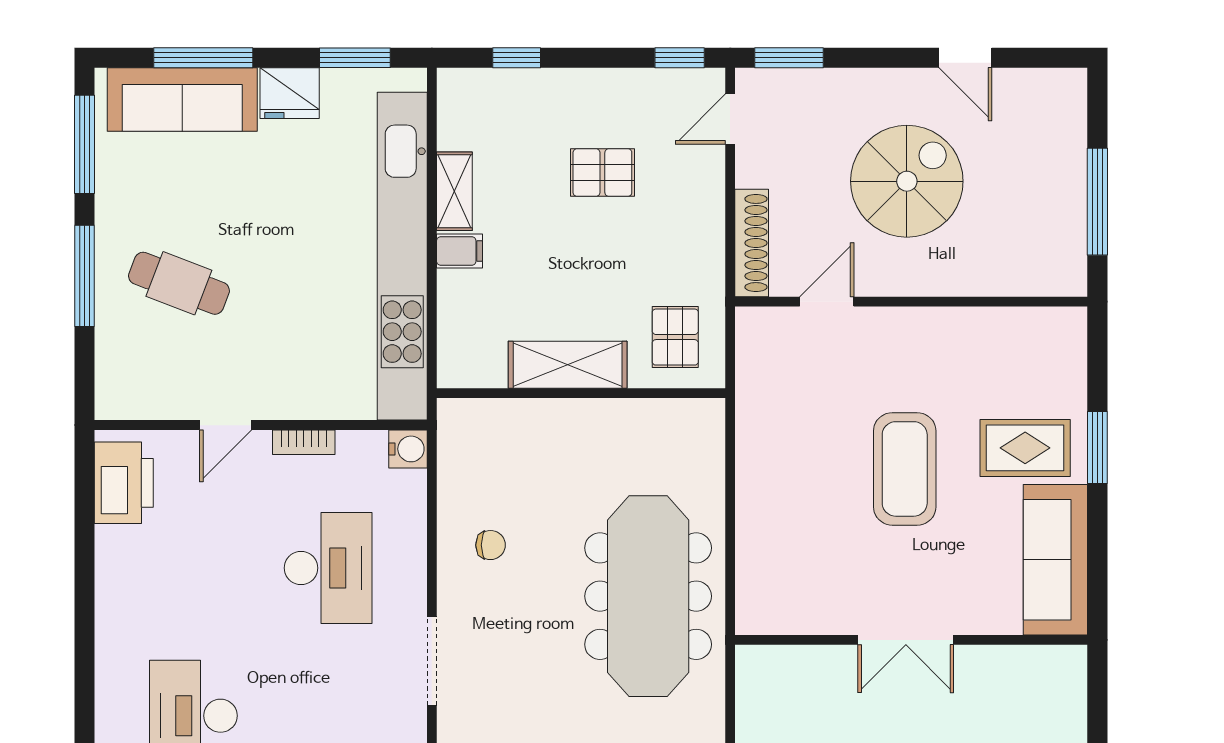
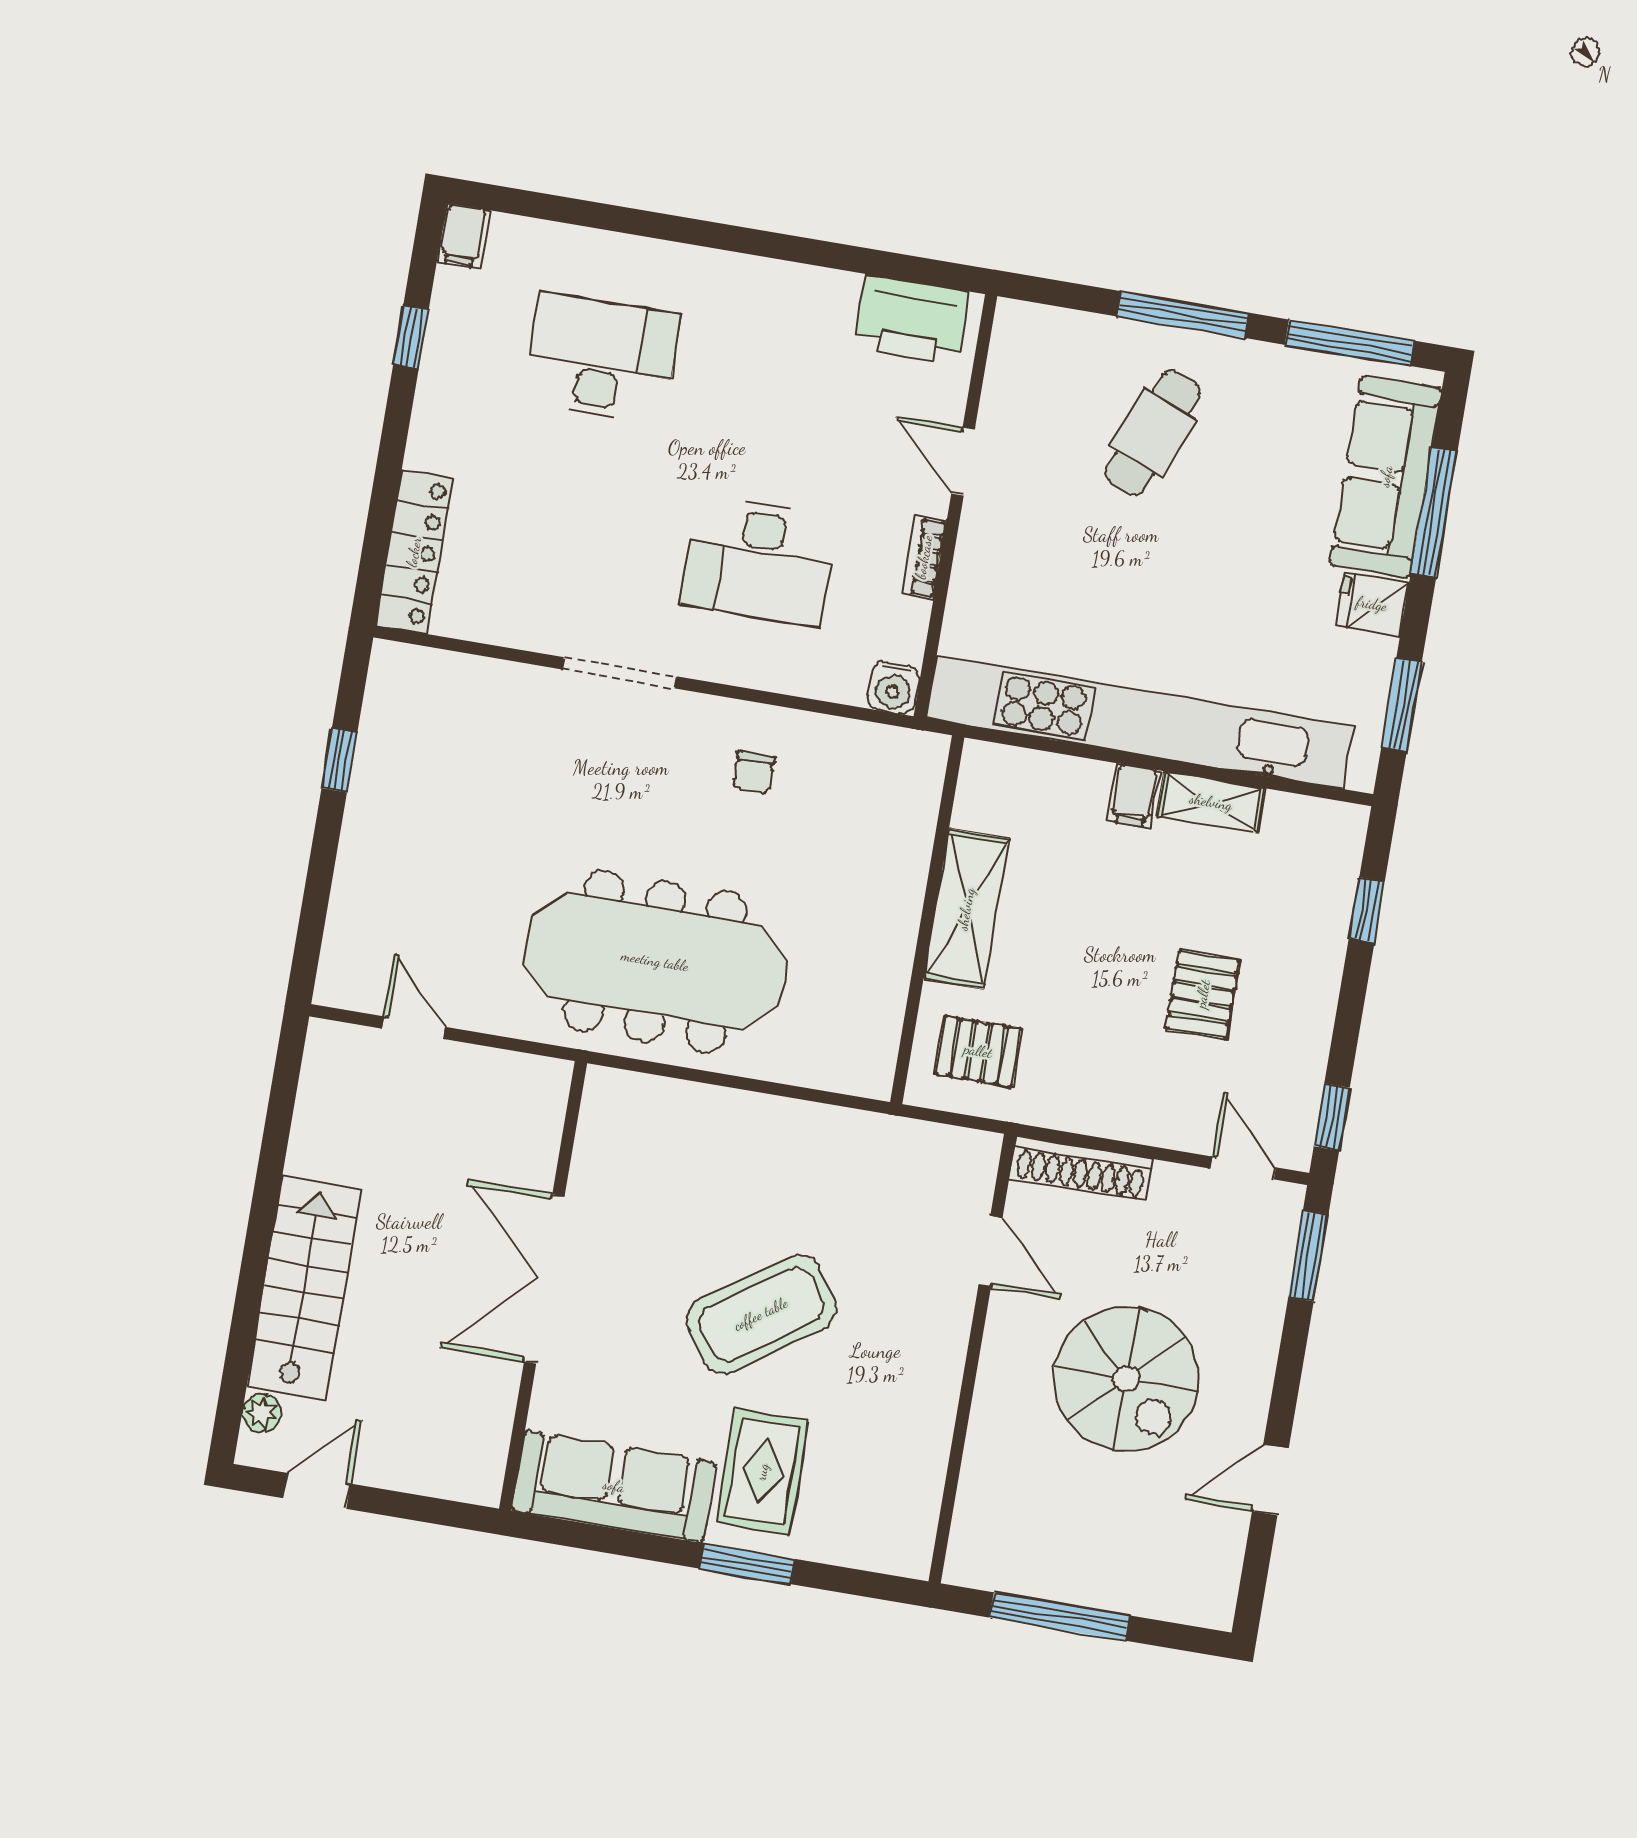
fridge: (290, 93) -> (1372, 604), width x0.72
coffee table: (905, 469) -> (761, 1314), turned -35
double door: (906, 640) -> (544, 1279), width x1.37

